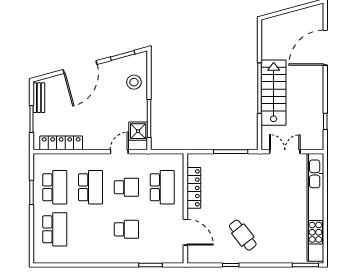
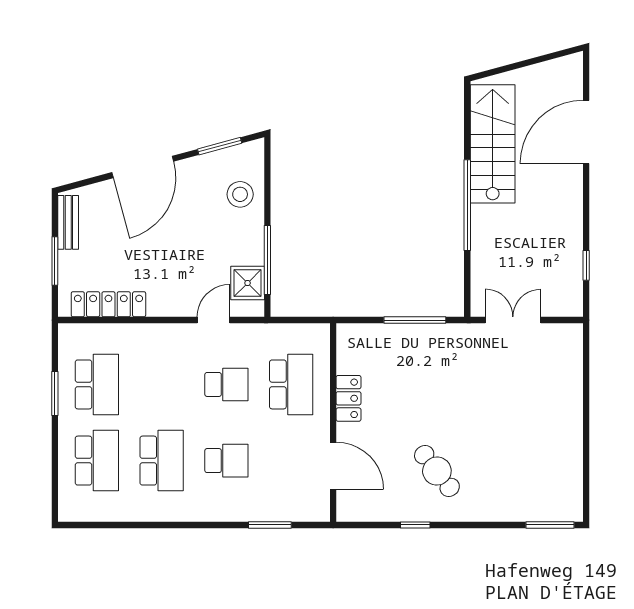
stairs: (274, 93) -> (493, 144), moved
school desk: (91, 187) -> (162, 461), moved
locker: (194, 188) -> (348, 398), width x0.66
kitchen unit: (315, 207) -> (568, 421), removed

